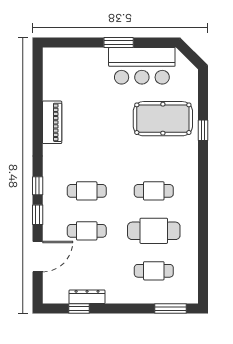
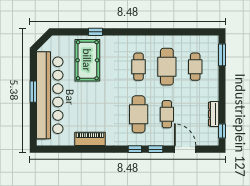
bar counter: (142, 66) -> (50, 95), width x1.86
cafe table: (87, 191) -> (139, 114), width x1.37, depth x1.35
window: (79, 309) -> (222, 131), moved

